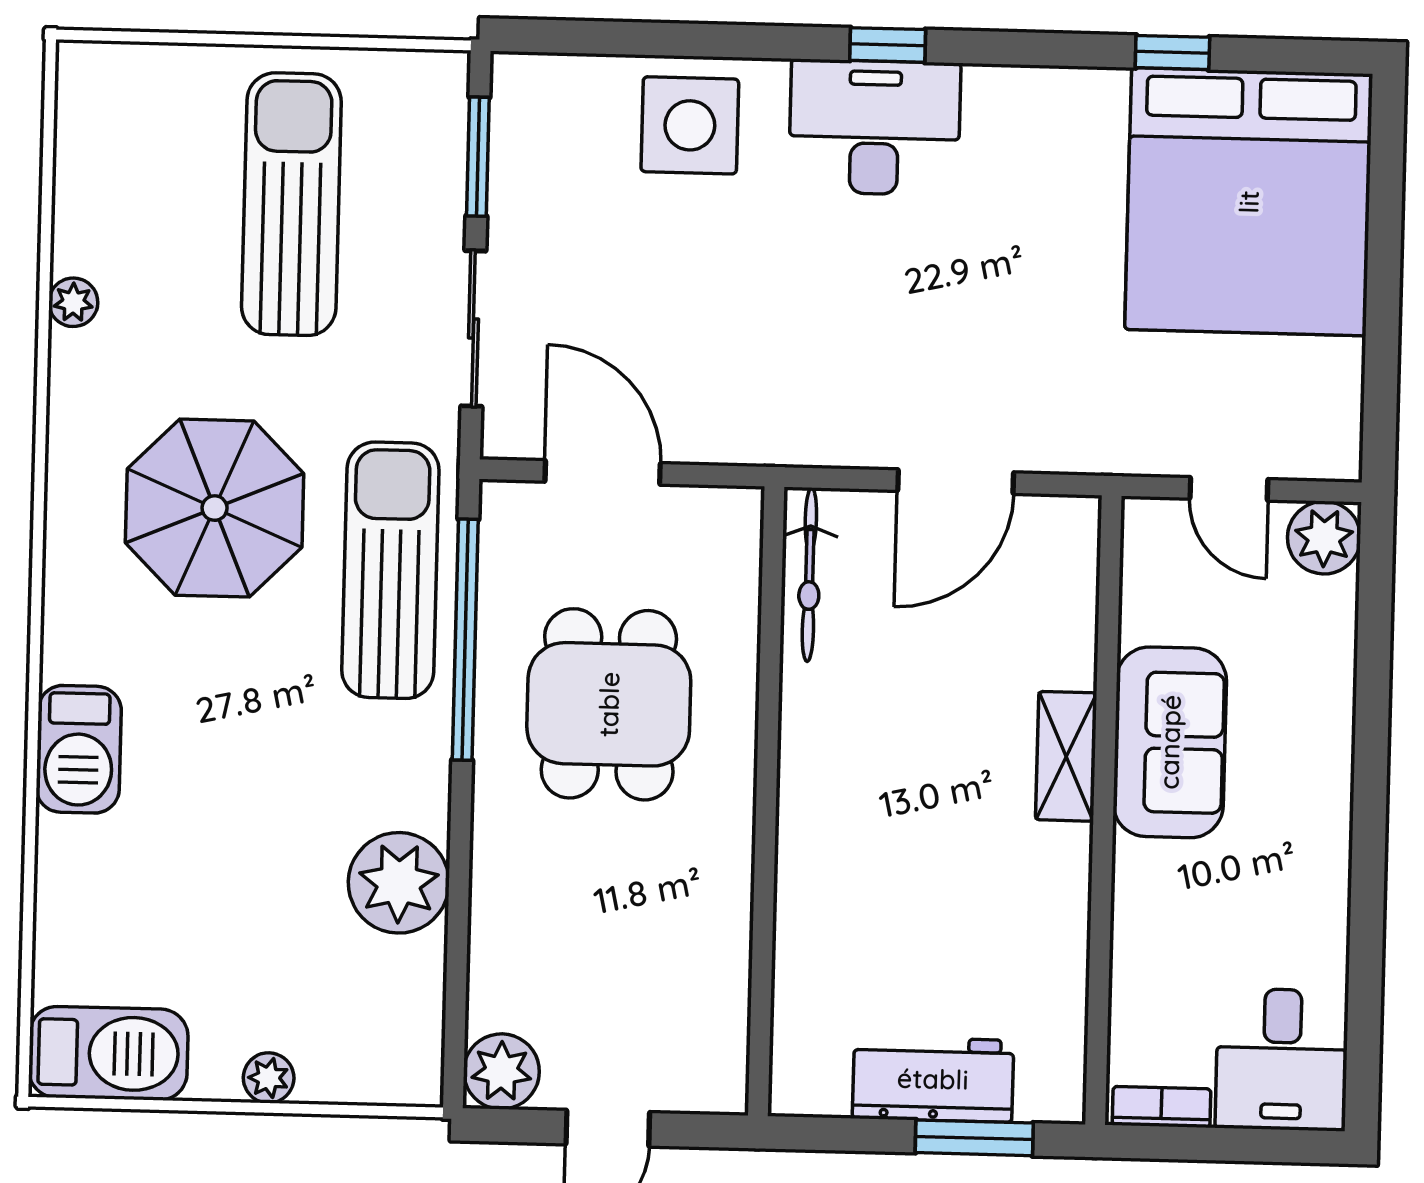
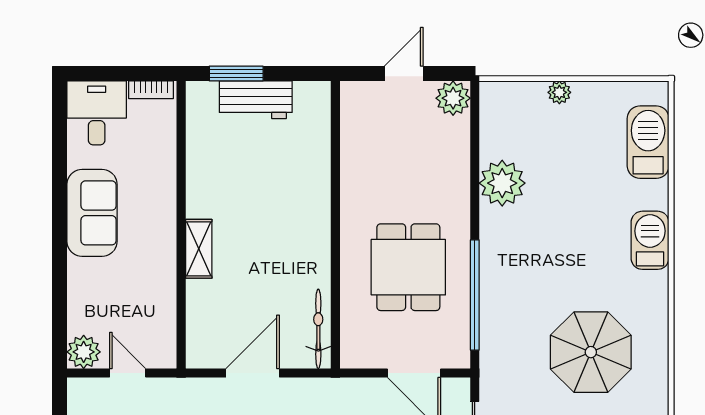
sun lounger: (390, 570) -> (510, 326), removed
sofa: (1170, 742) -> (92, 213), moved, turned 180
barbecue: (108, 1053) -> (648, 142), moved, turned 90

